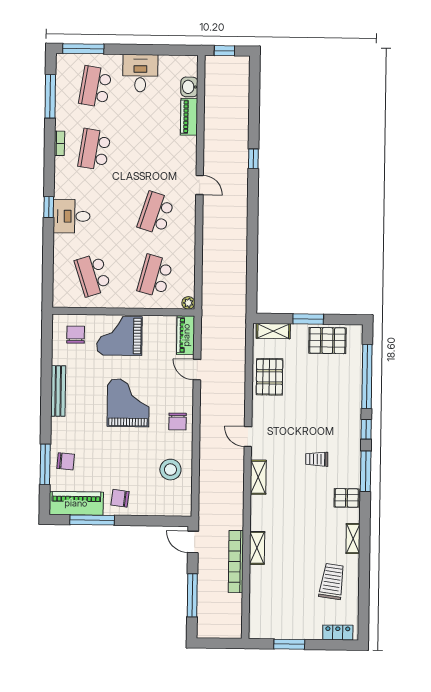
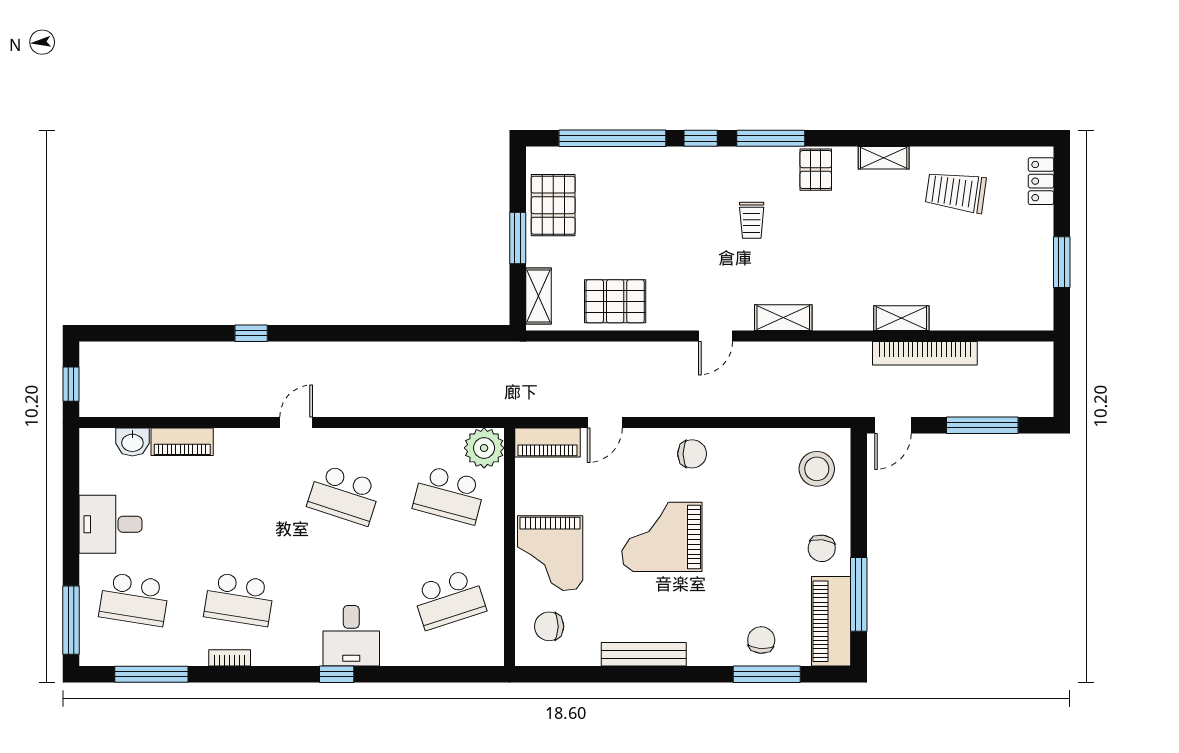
plant: (188, 303) -> (484, 448), width x1.88, depth x1.88
stool: (170, 470) -> (817, 469), moved

